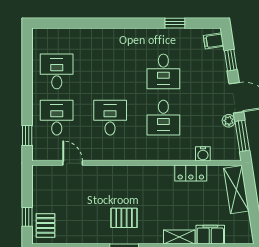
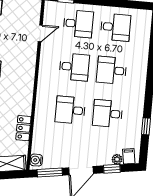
desk: (110, 71) -> (112, 70), added
plant: (229, 121) -> (117, 159), moved
water cooler: (203, 154) -> (36, 160), moved

